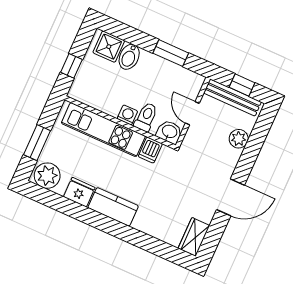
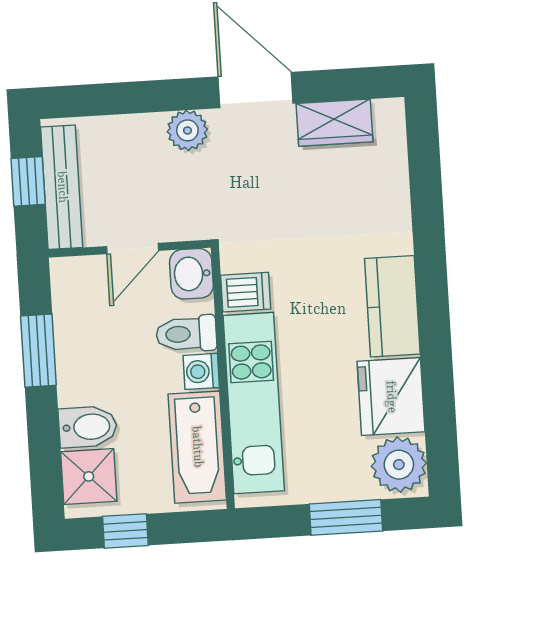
window: (71, 66) -> (125, 531), moved
bathtub: (97, 97) -> (197, 447), added
plant: (239, 139) -> (187, 130), moved
fridge: (79, 192) -> (391, 397), width x1.36, depth x1.34
wardrobe: (194, 237) -> (335, 123), moved

